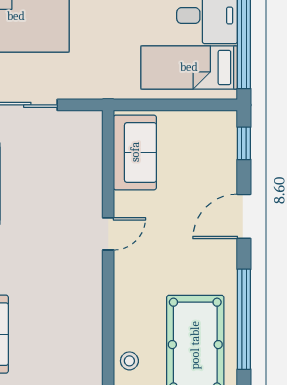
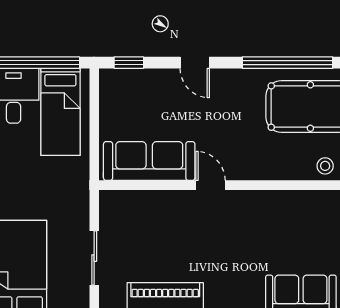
sofa: (135, 152) -> (149, 161), width x1.36
door: (244, 216) -> (195, 63), width x0.73

